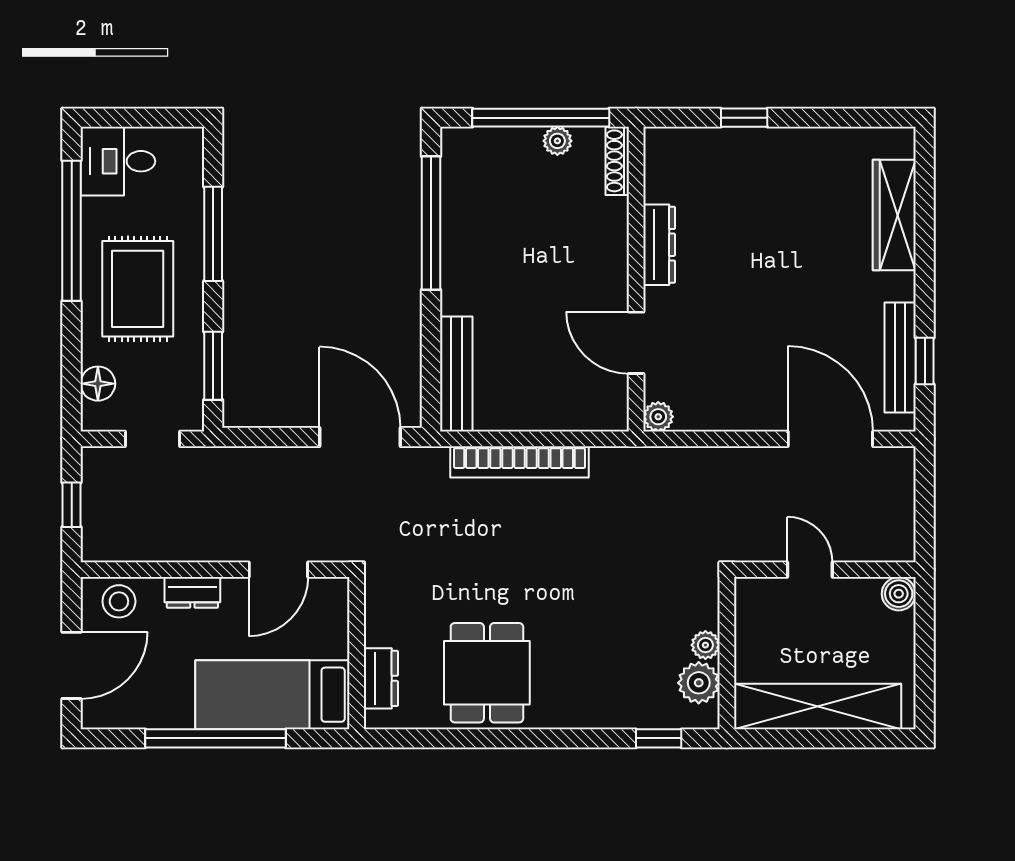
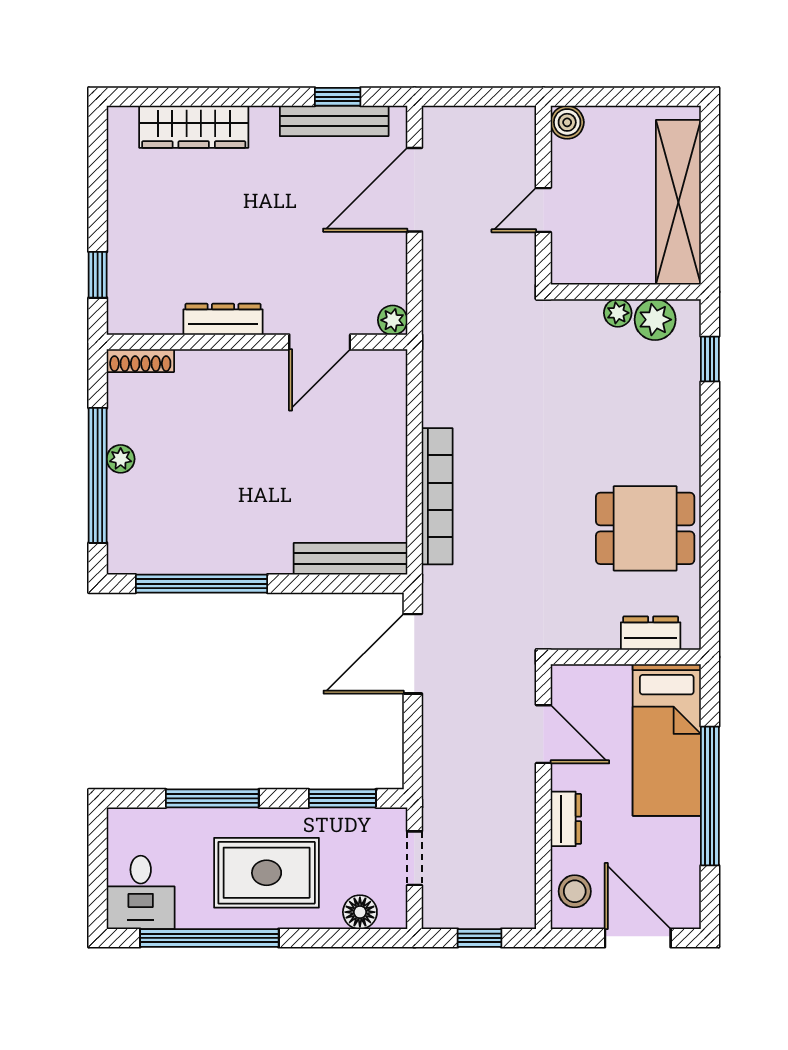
shoe rack: (617, 161) -> (140, 361), moved
dresser: (659, 245) -> (223, 319), moved
wall: (636, 279) -> (257, 342), moved
door: (636, 343) -> (320, 342), moved
plant: (658, 417) -> (393, 320), moved

